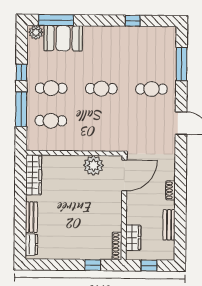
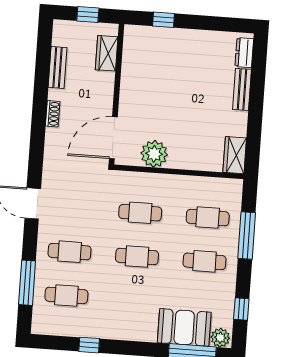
cafe table: (152, 56) -> (66, 295), added
window: (21, 72) -> (241, 309), moved
cafe table: (101, 121) -> (140, 213), added
wardrobe: (34, 175) -> (235, 155), width x0.67
shoe rack: (117, 246) -> (129, 43), removed

